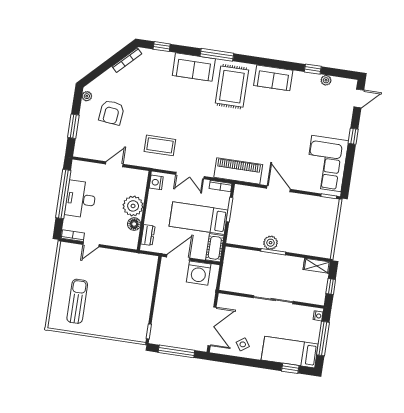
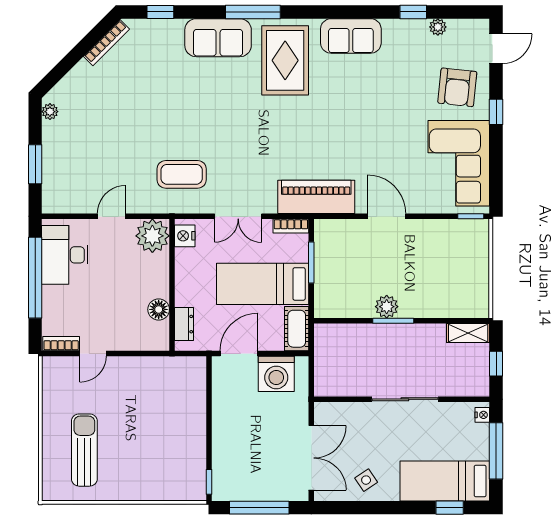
armchair: (112, 112) -> (457, 87), moved
desk: (81, 199) -> (65, 255), moved
plant: (133, 206) -> (152, 236), moved

